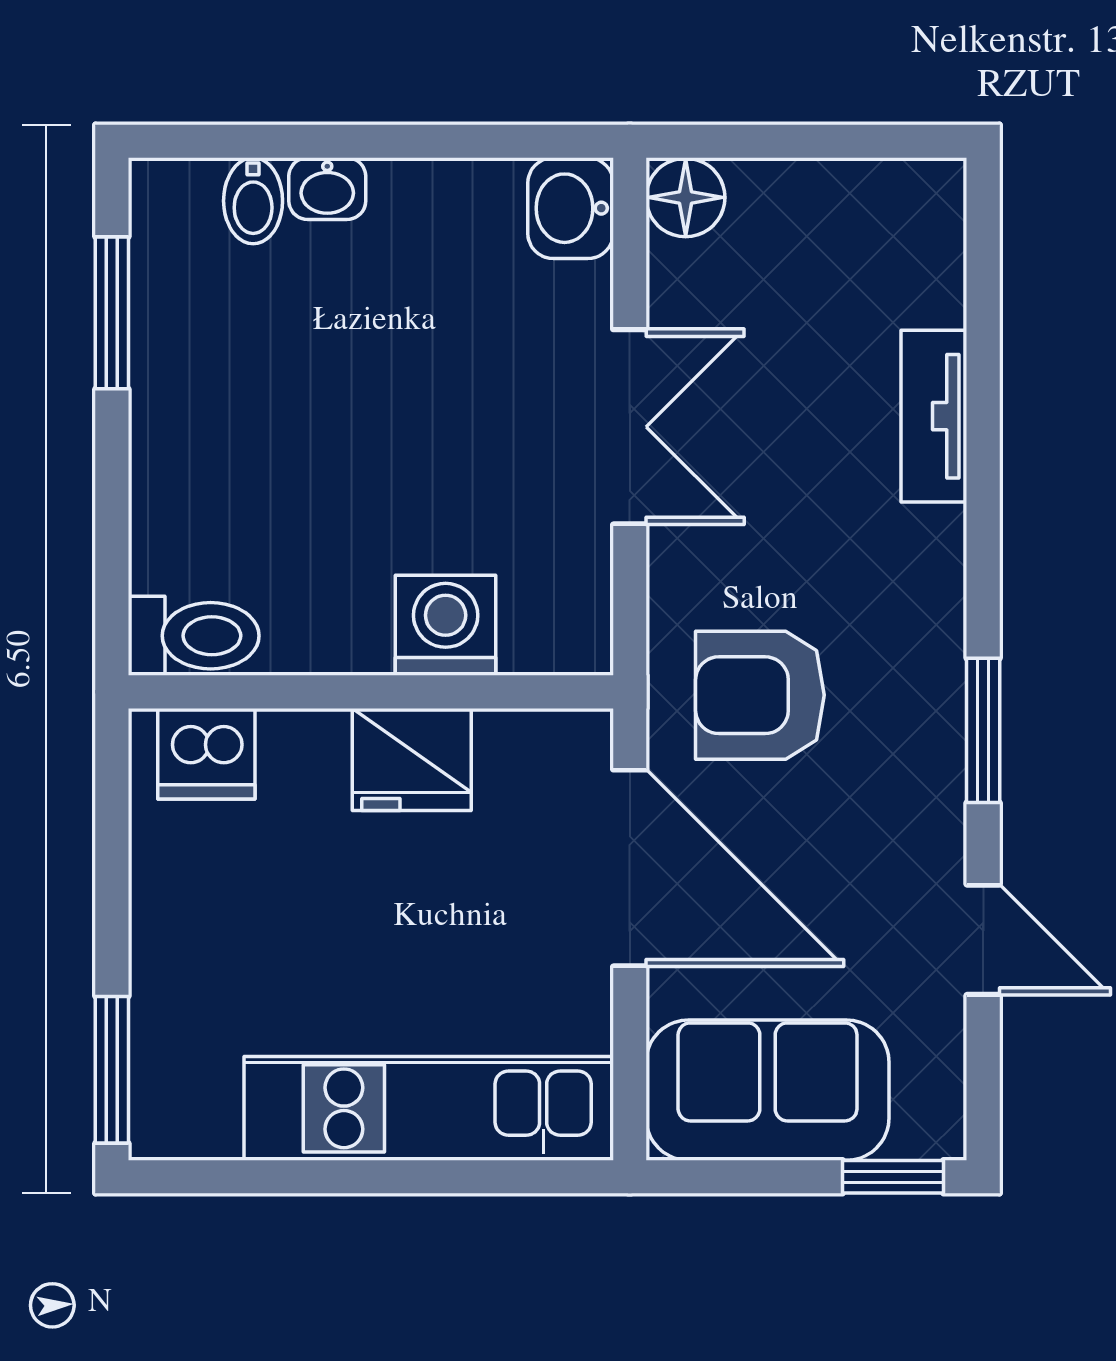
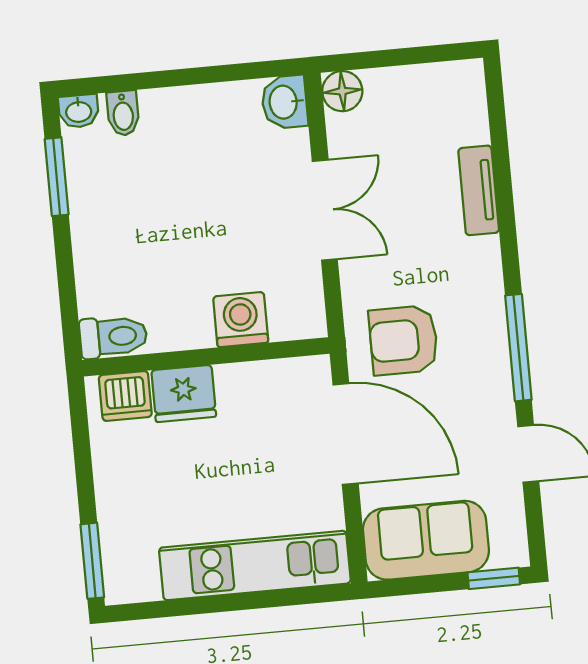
washbasin: (327, 189) -> (79, 111), moved
window: (983, 730) -> (518, 348), width x1.44
fridge: (412, 759) -> (184, 393), moved

